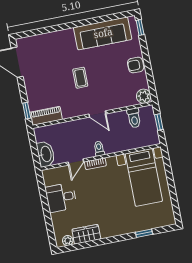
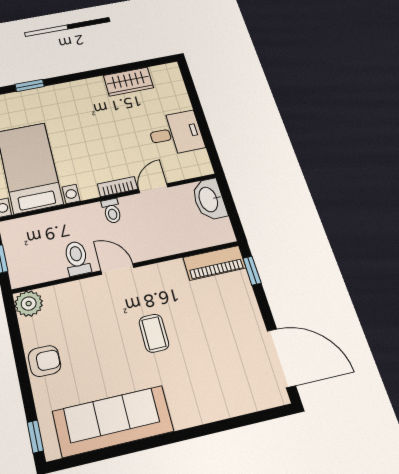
toilet: (134, 118) -> (77, 258), moved
plant: (68, 241) -> (159, 72), removed

